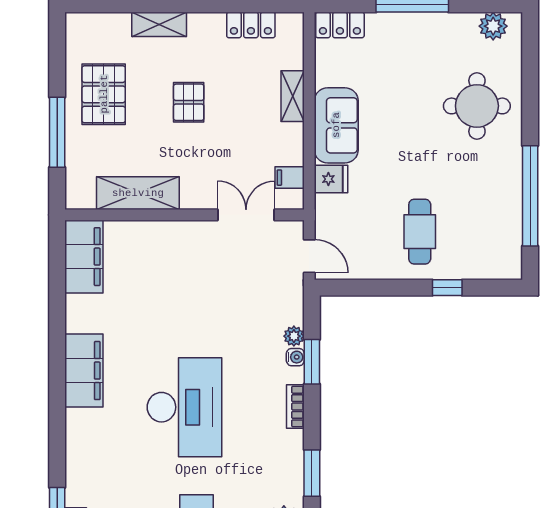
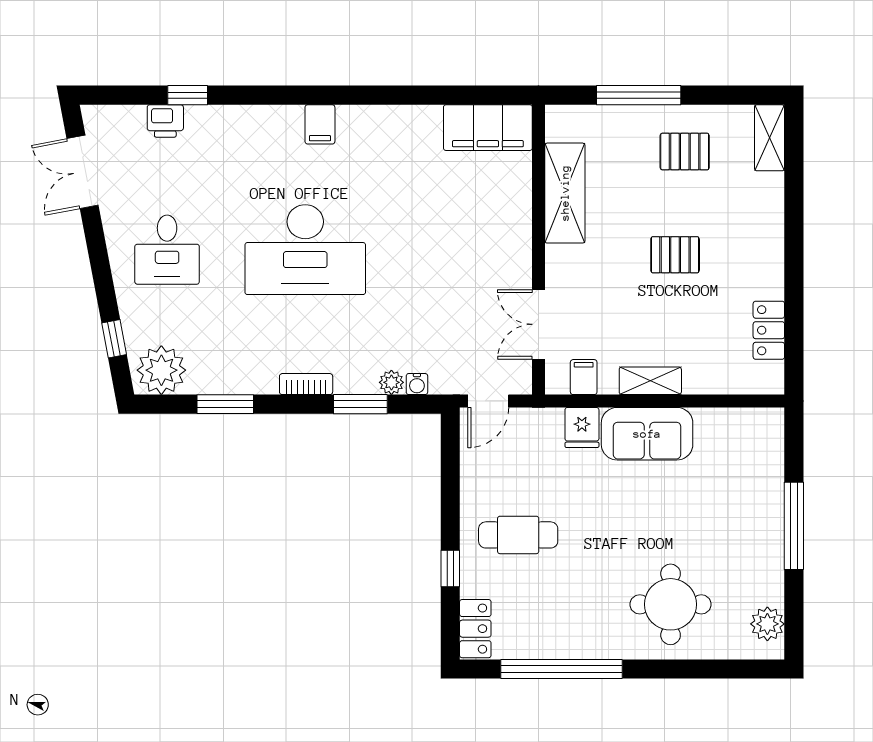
shelving: (159, 24) -> (770, 138), moved
locker: (340, 25) -> (475, 629), moved, turned 180
pallet: (104, 94) -> (685, 152), width x0.67, depth x0.71
shelving: (293, 96) -> (650, 381), moved
double door: (246, 215) -> (539, 324), swing flipped
water cooler: (295, 357) -> (417, 384), moved
filing cabinet: (84, 371) -> (320, 124), width x0.33, depth x0.86

